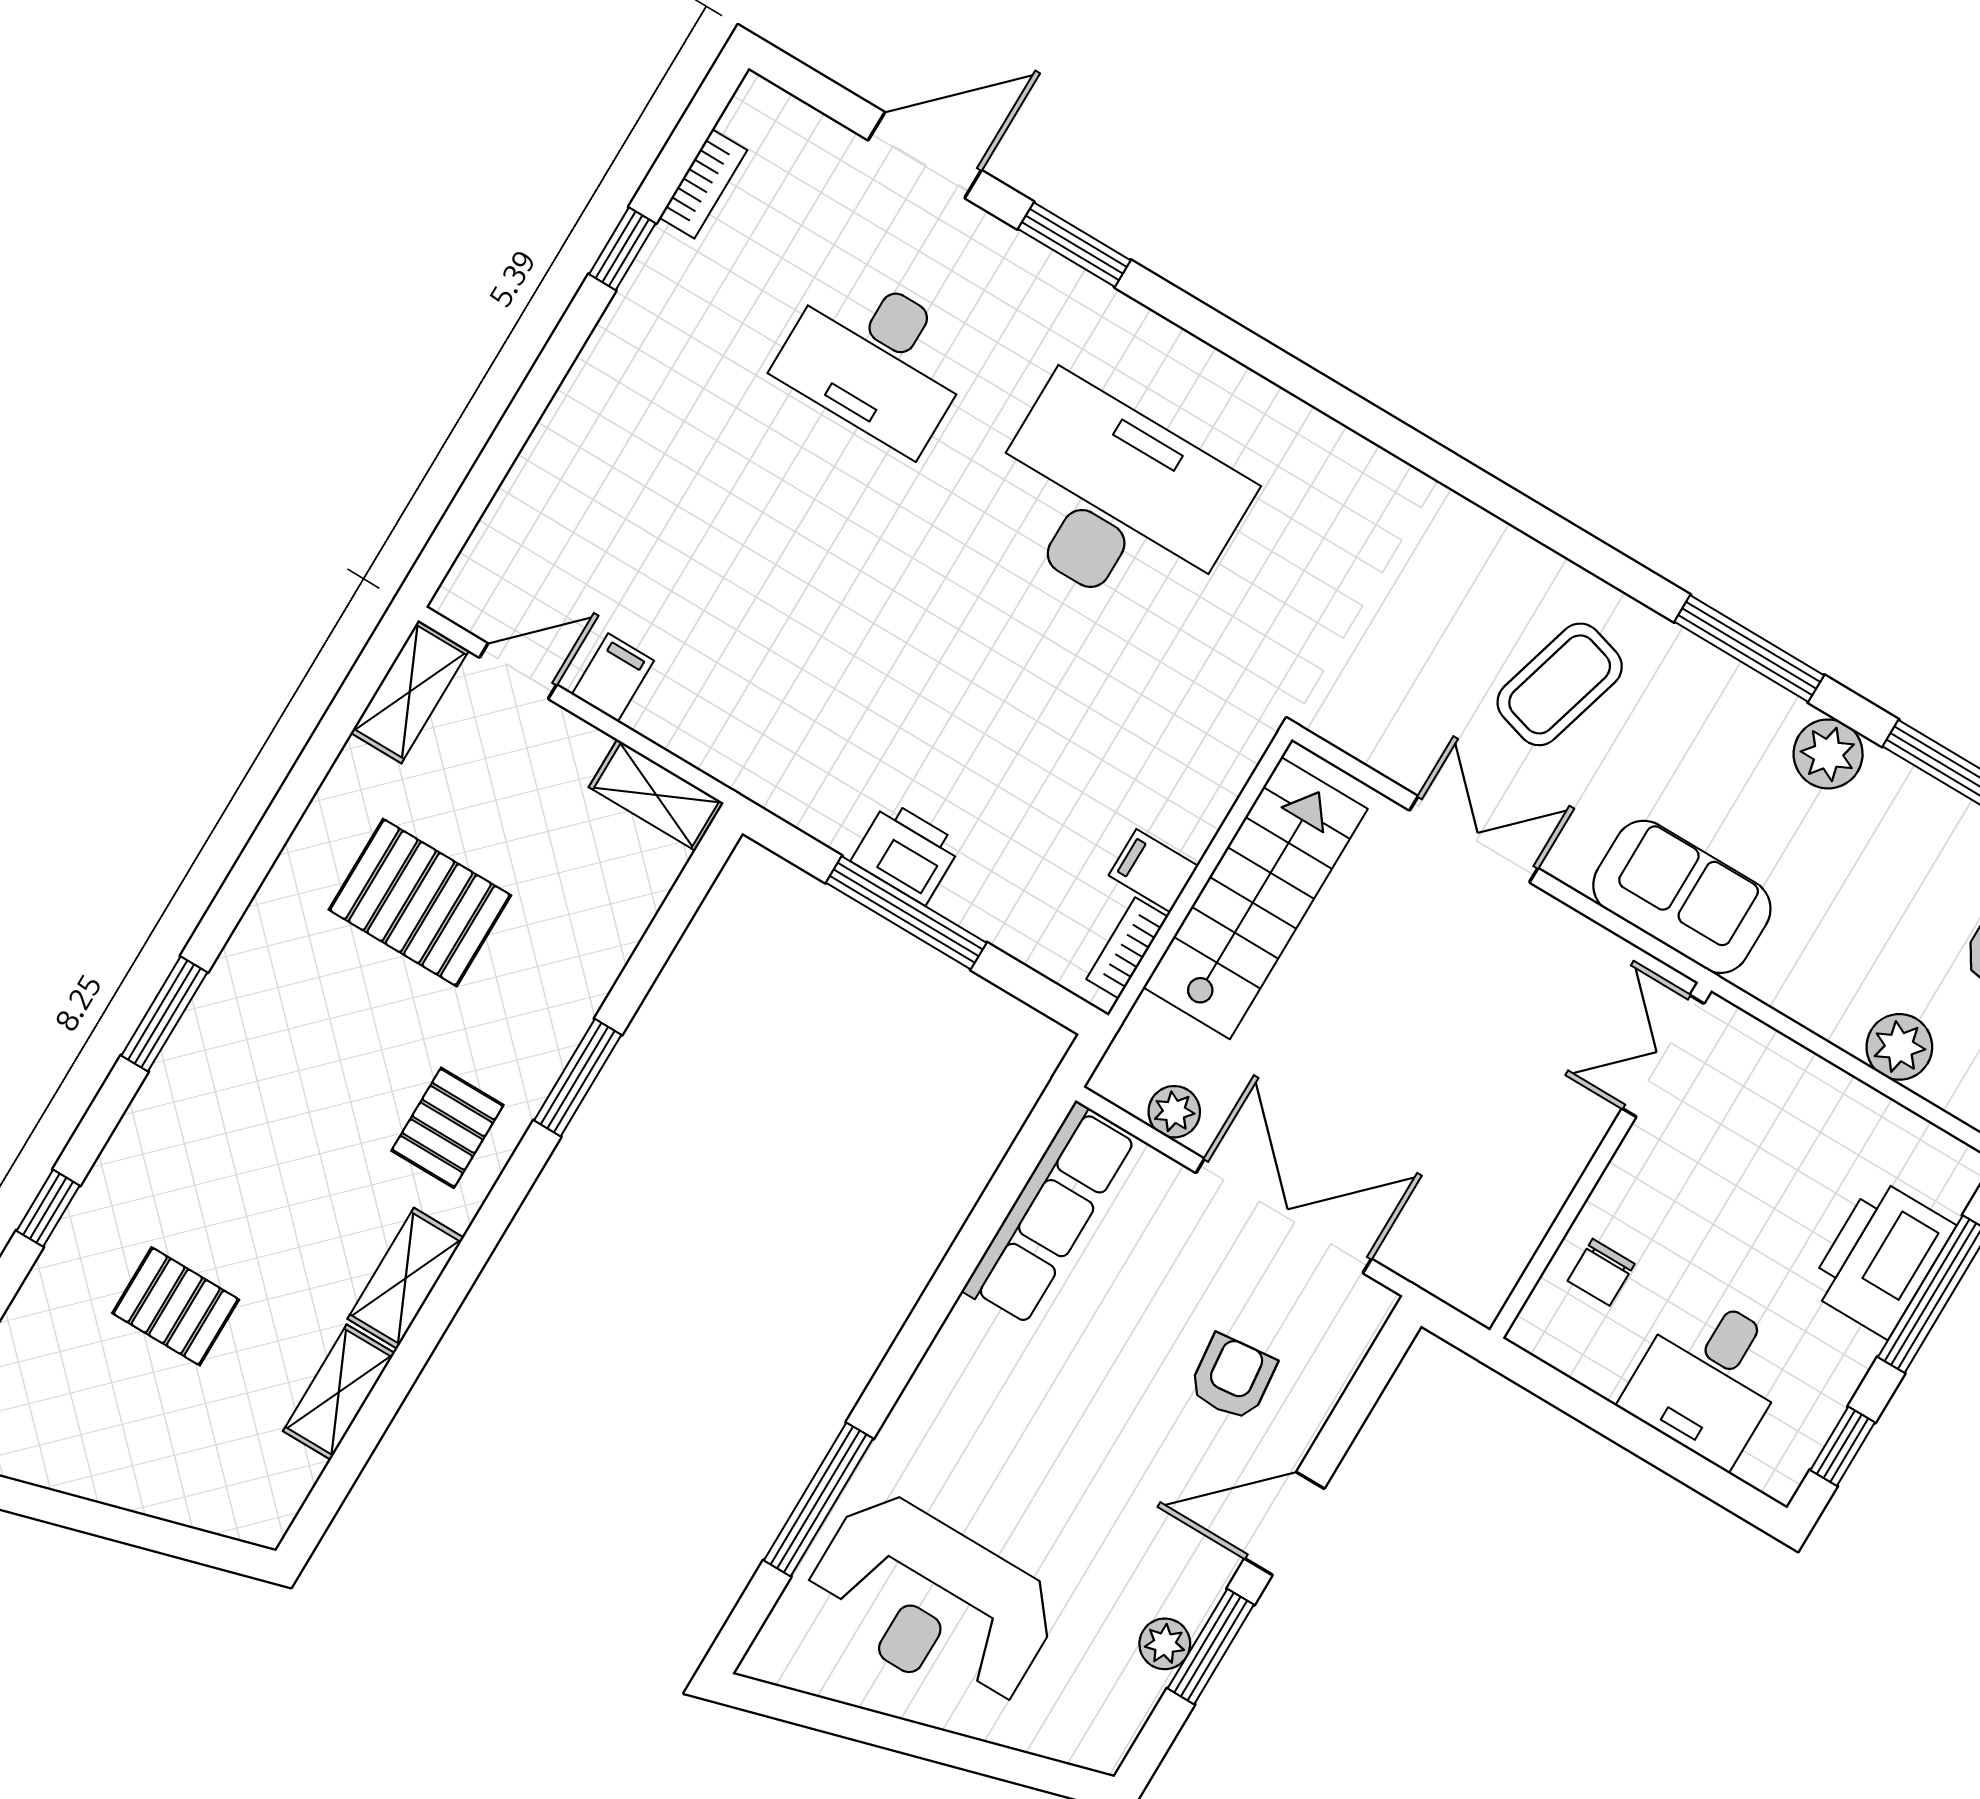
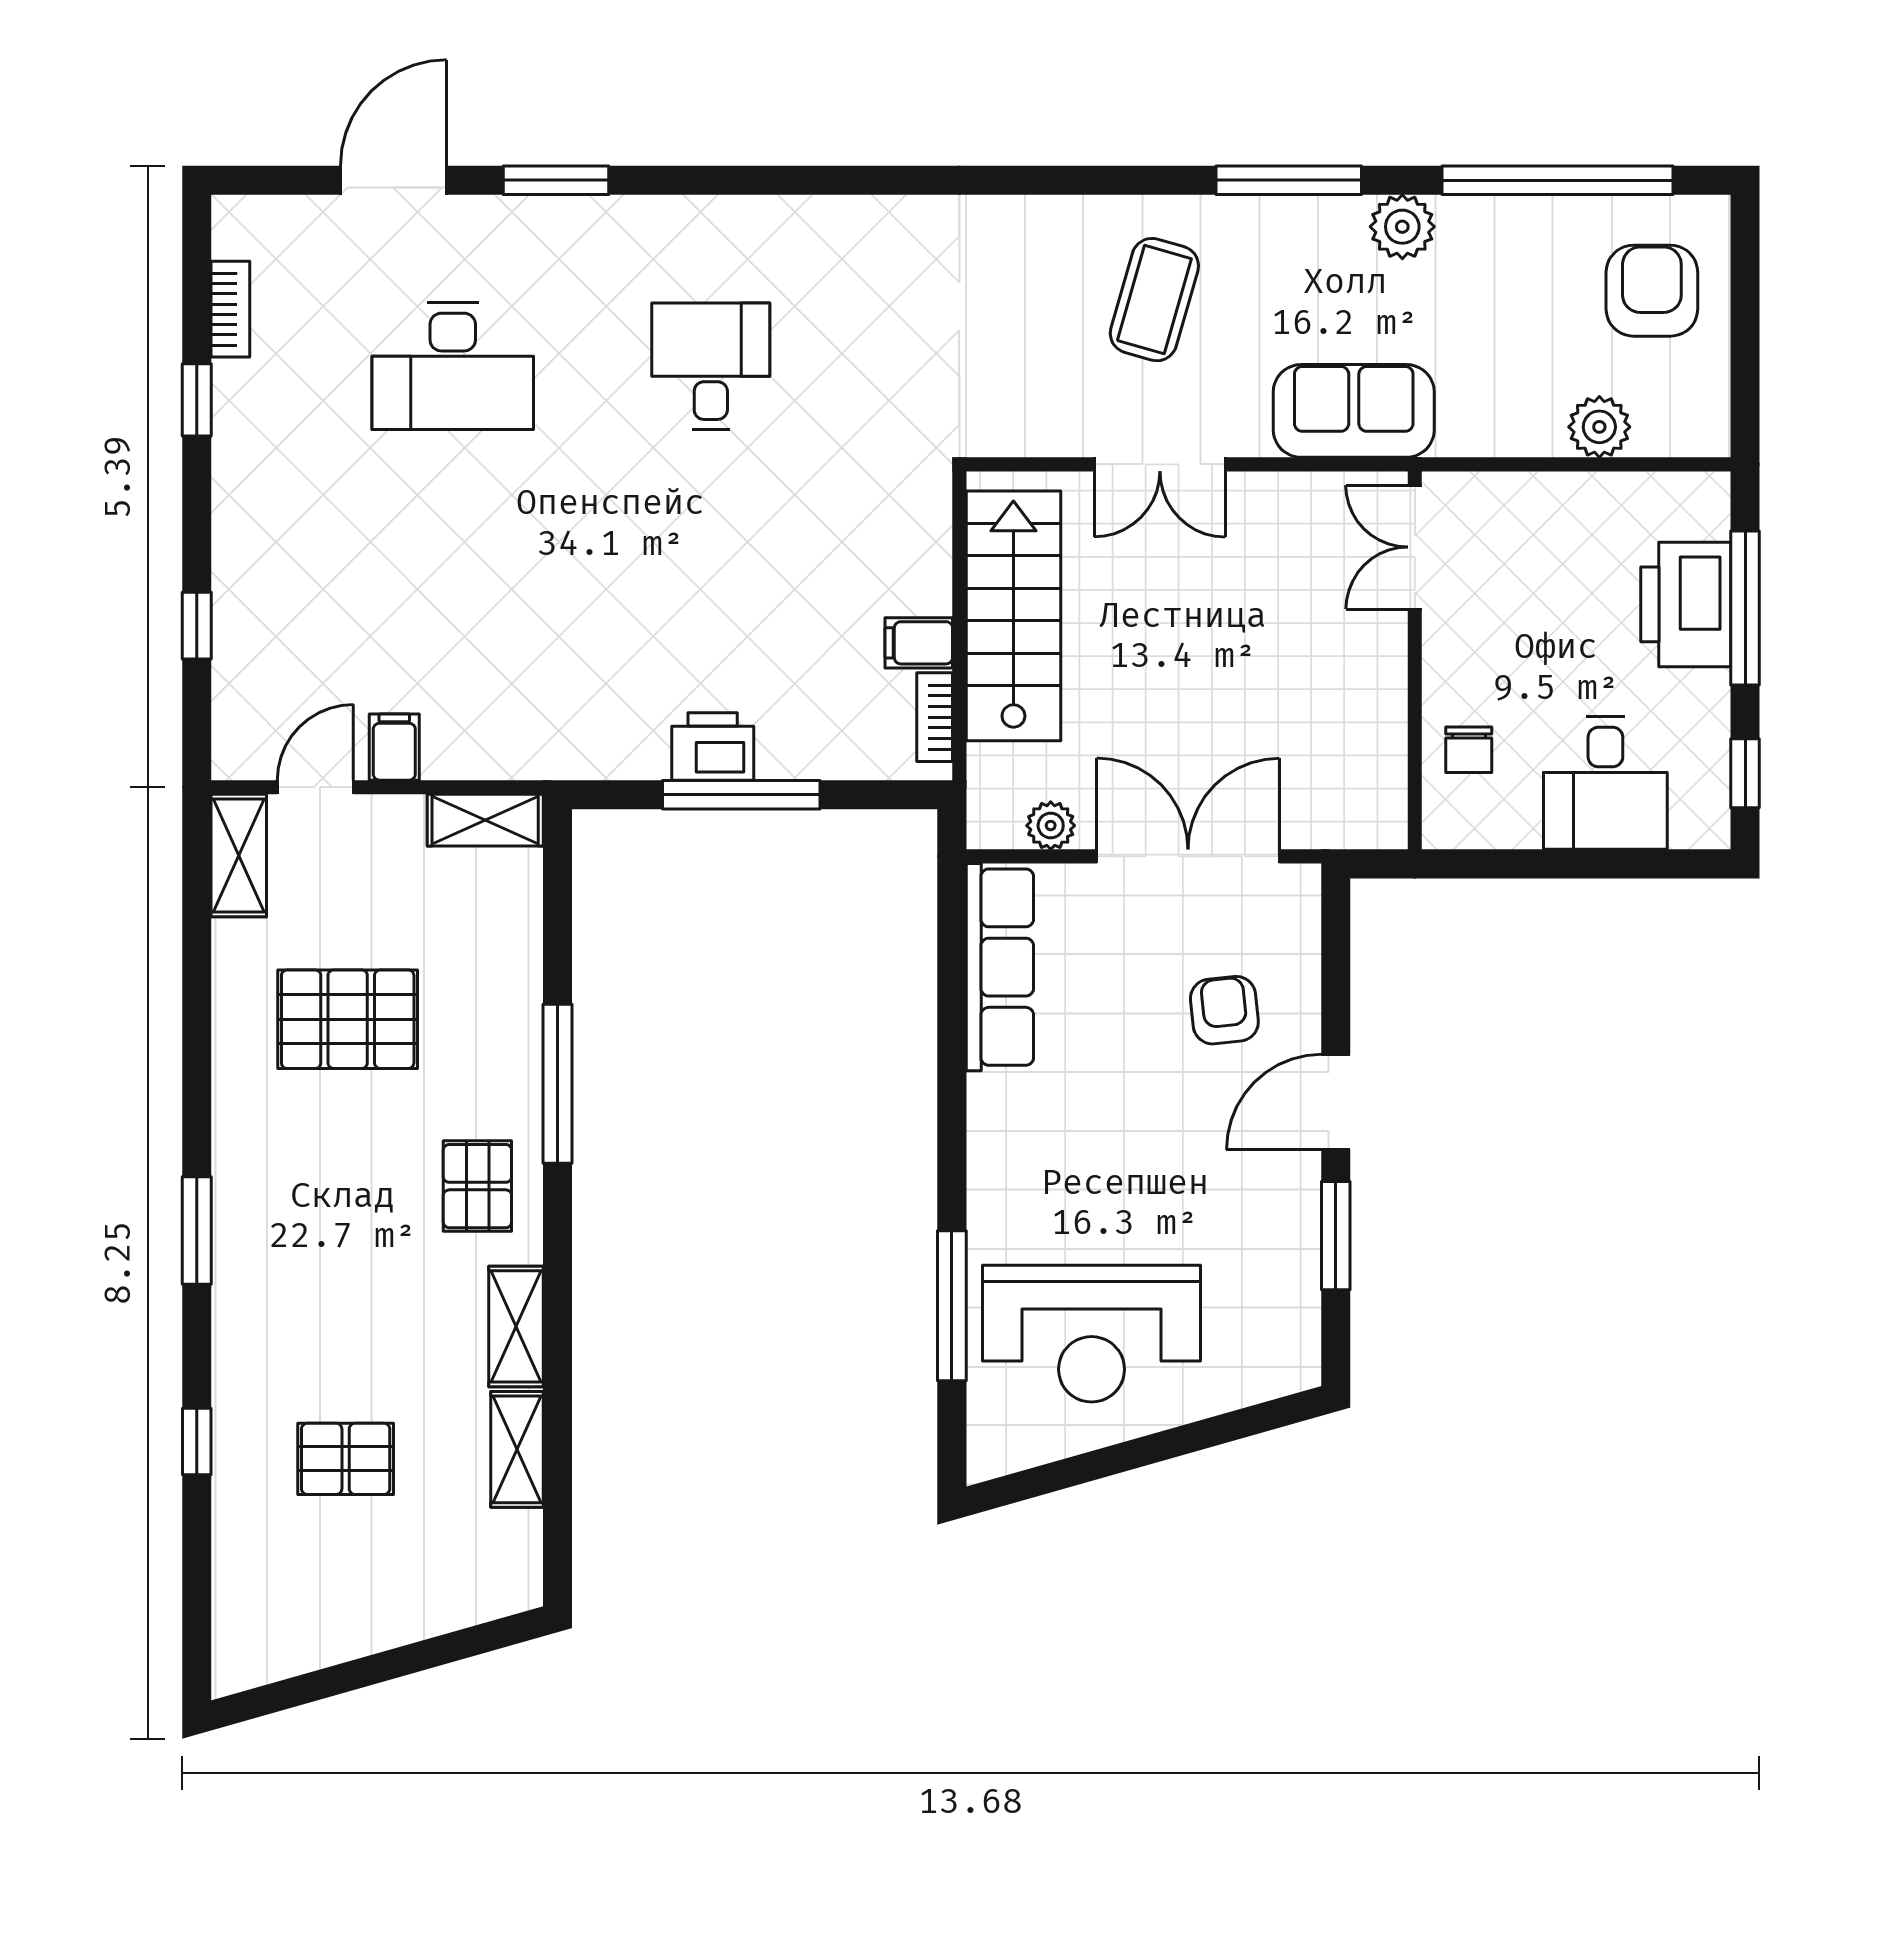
window: (498, 457) -> (197, 626), added
desk: (1114, 501) -> (711, 366), width x0.53, depth x0.77
double door: (1474, 839) -> (1160, 464), swing flipped
window: (578, 1078) -> (558, 1084), width x1.44
plant: (1165, 1644) -> (1298, 1255), removed

